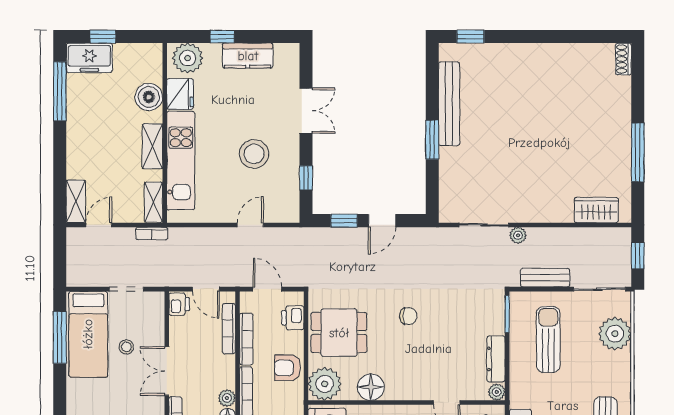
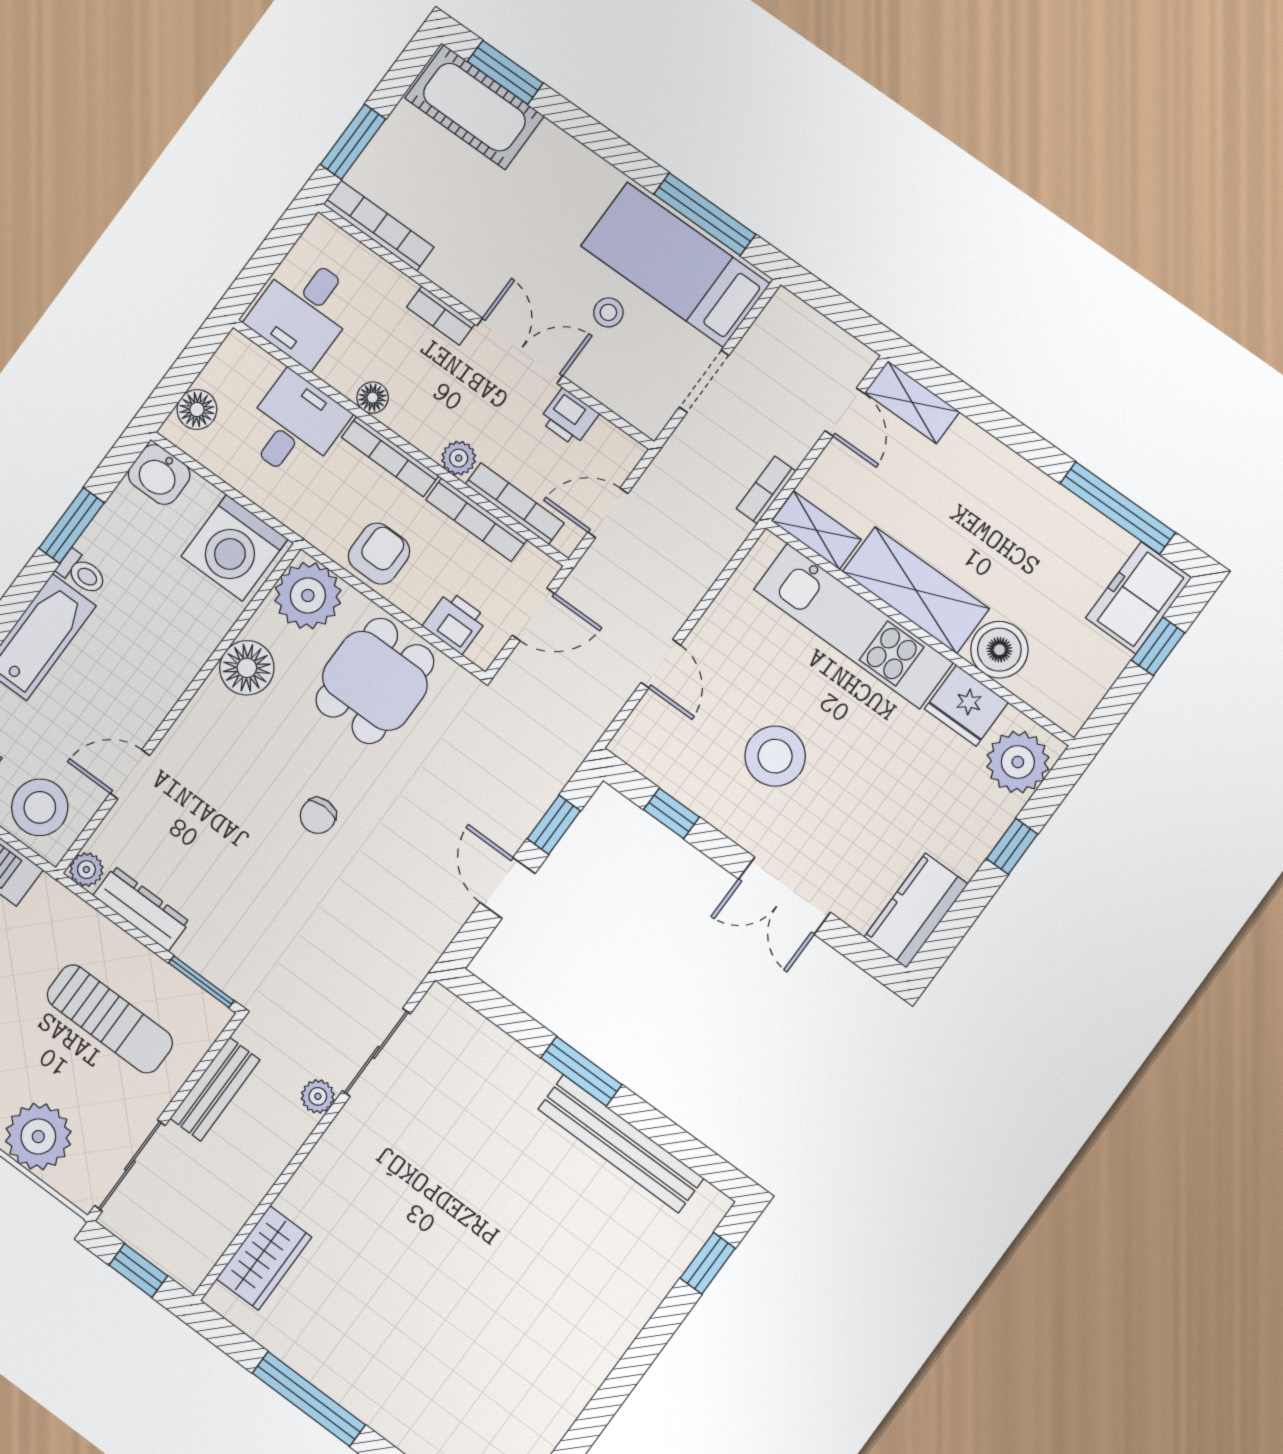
kitchen counter: (248, 56) -> (916, 910), moved
shelving: (152, 146) -> (916, 590), width x1.50, depth x1.33
printer: (179, 304) -> (569, 417), moved
plant: (227, 398) -> (459, 458), moved

